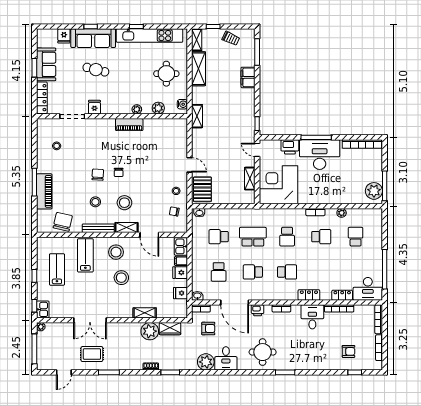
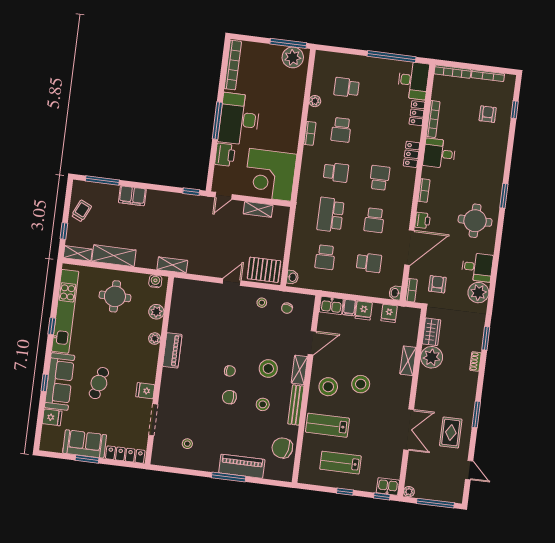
school desk: (321, 237) -> (341, 130), turned 180

